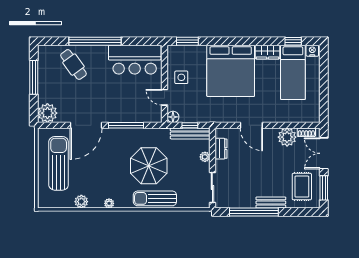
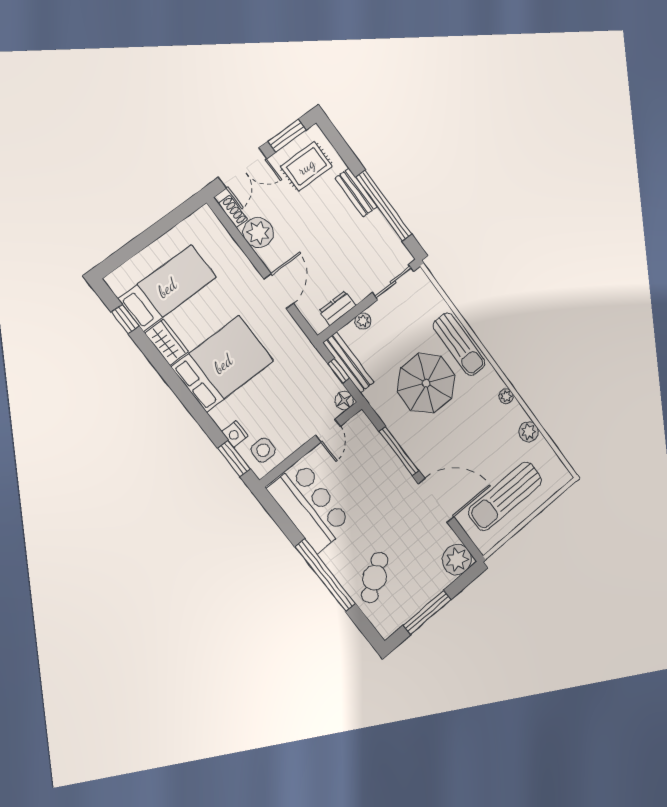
nightstand: (312, 51) -> (235, 434), moved
bed: (231, 71) -> (223, 364), width x0.73
side table: (181, 77) -> (263, 450), moved

